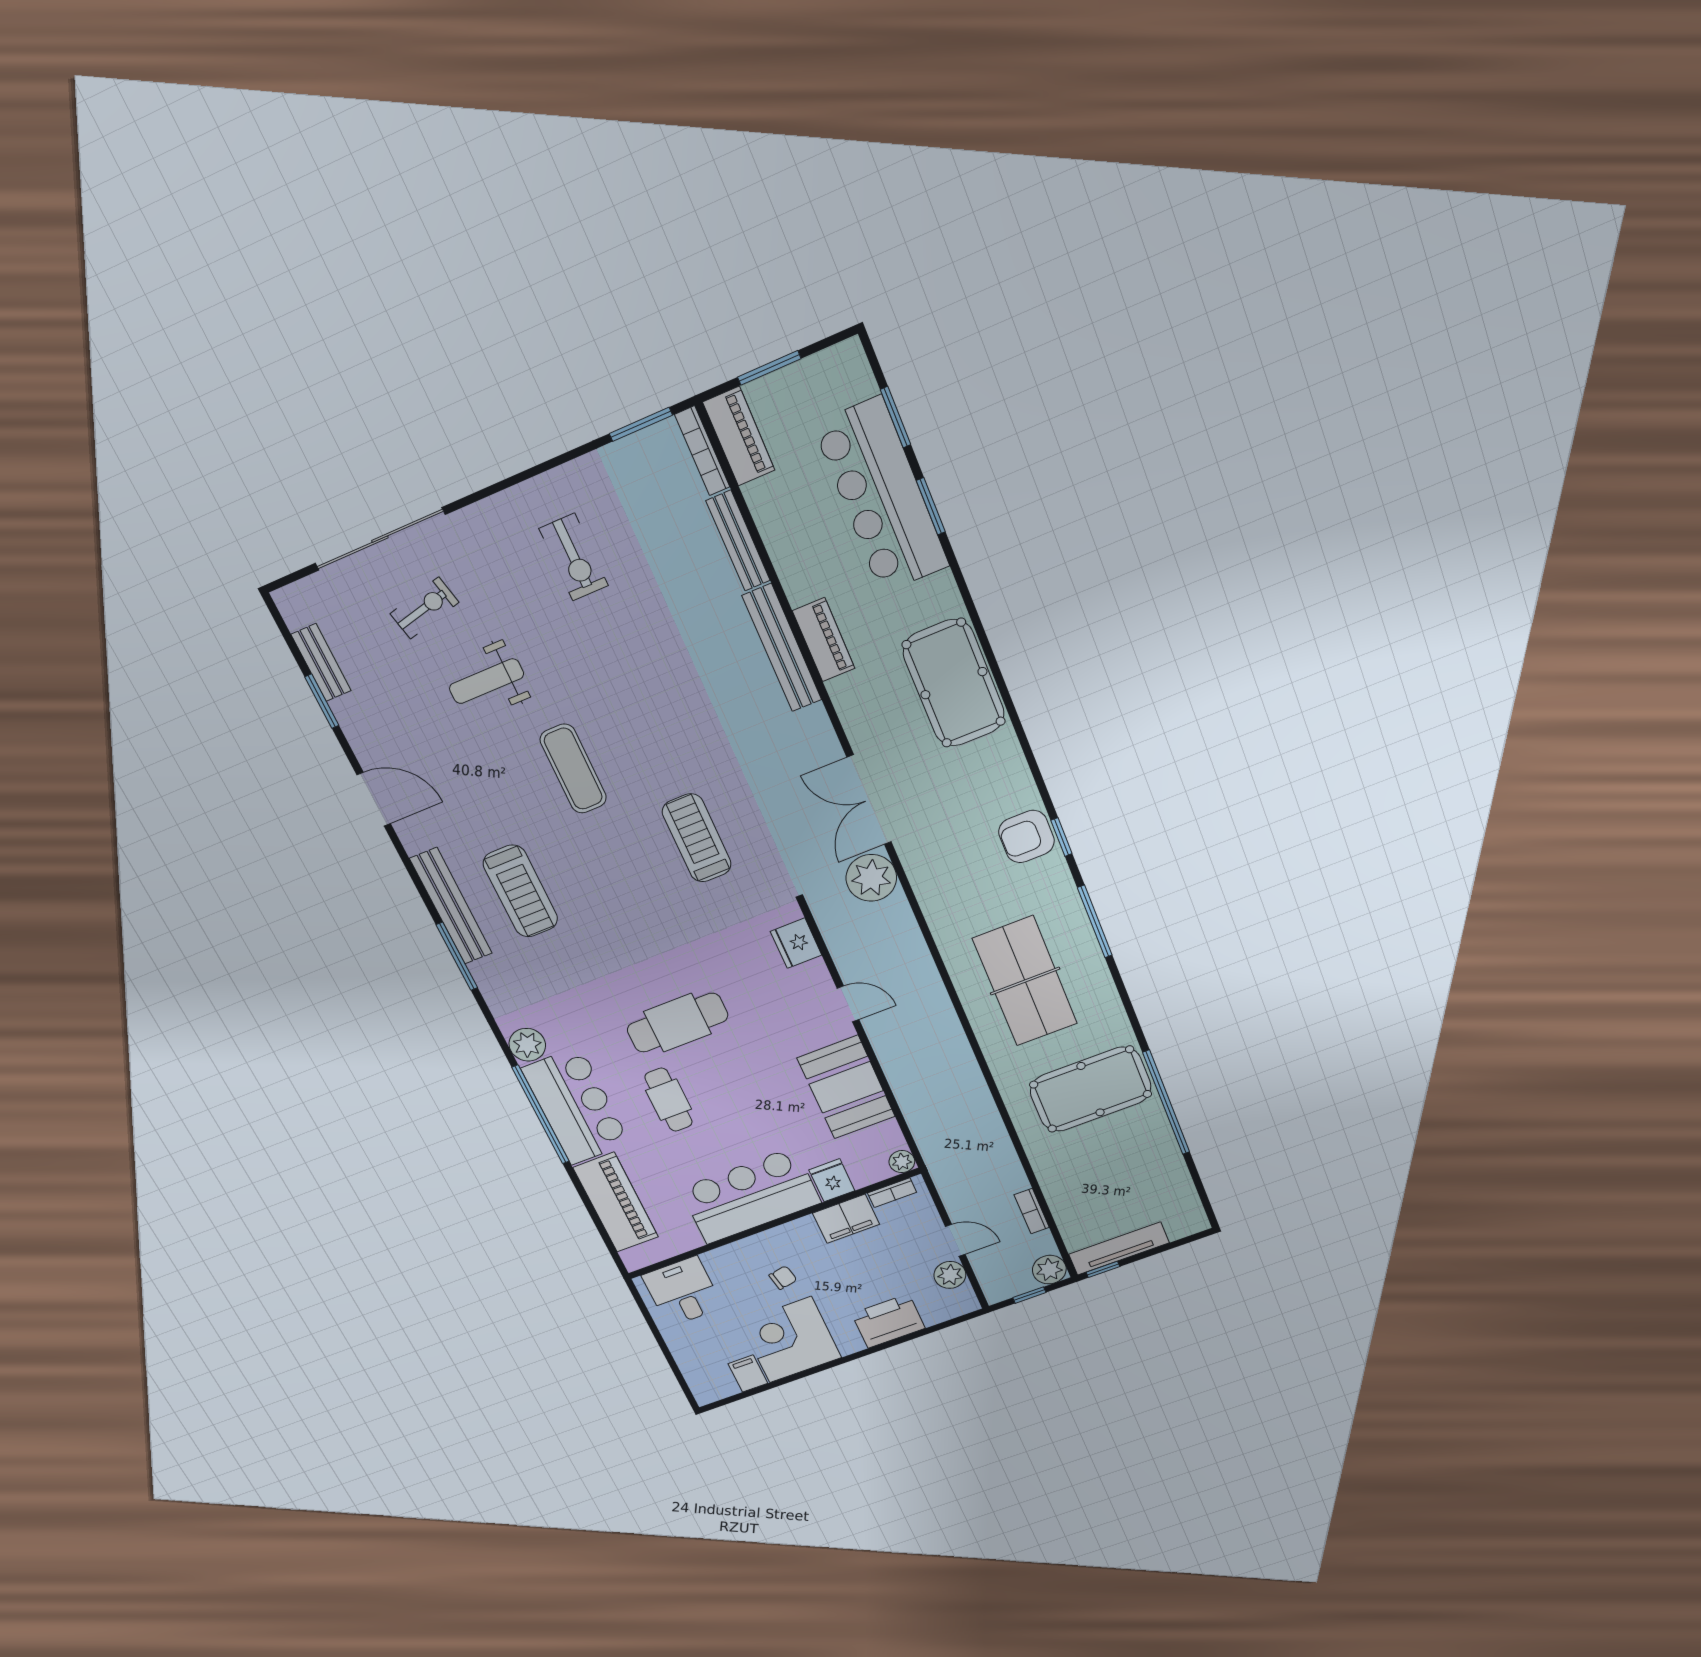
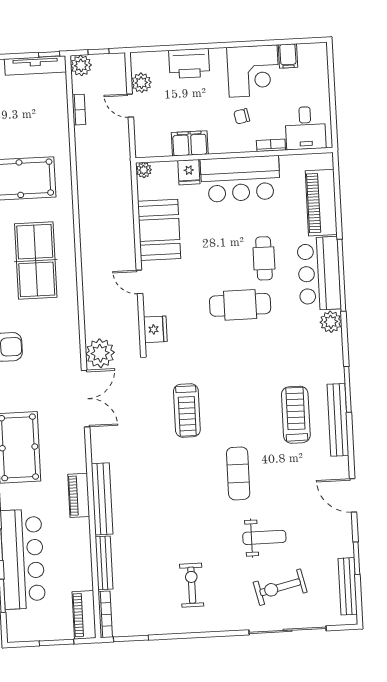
exercise bike: (424, 608) -> (280, 587), width x1.38, depth x1.39
bench: (321, 663) -> (348, 586), width x1.36
bookcase: (892, 1193) -> (271, 145), moved

